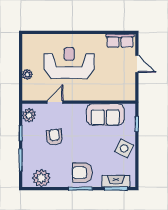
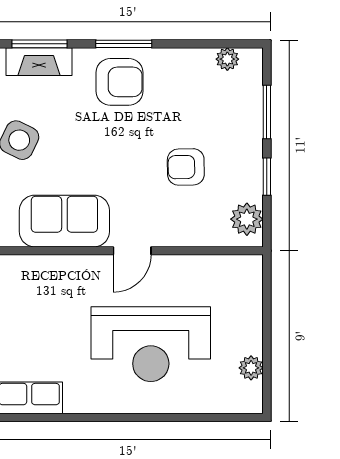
plant: (27, 74) -> (251, 368), moved
door: (55, 102) -> (132, 251), moved
armchair: (55, 137) -> (186, 167), turned 96
plant: (41, 178) -> (227, 59), width x0.53, depth x0.53

